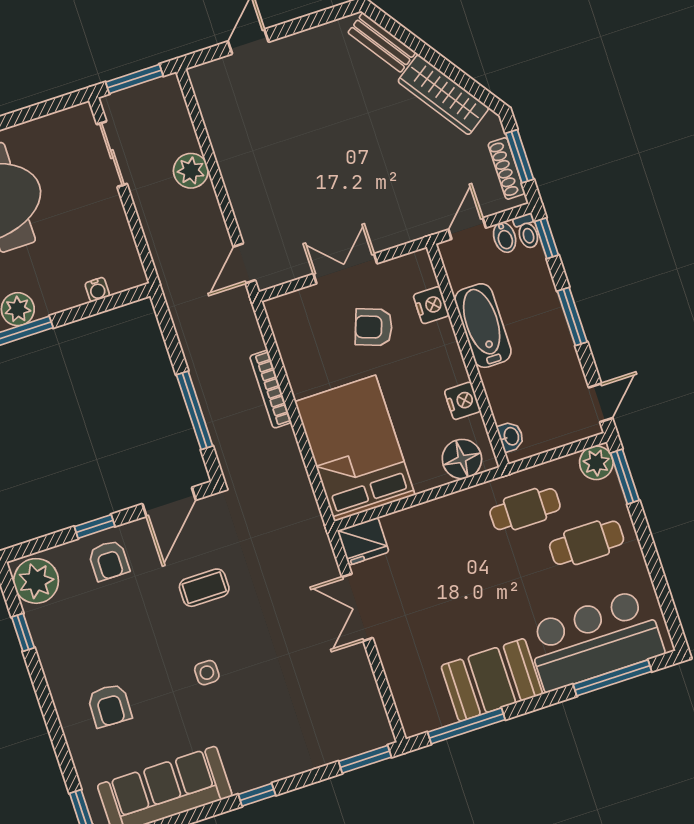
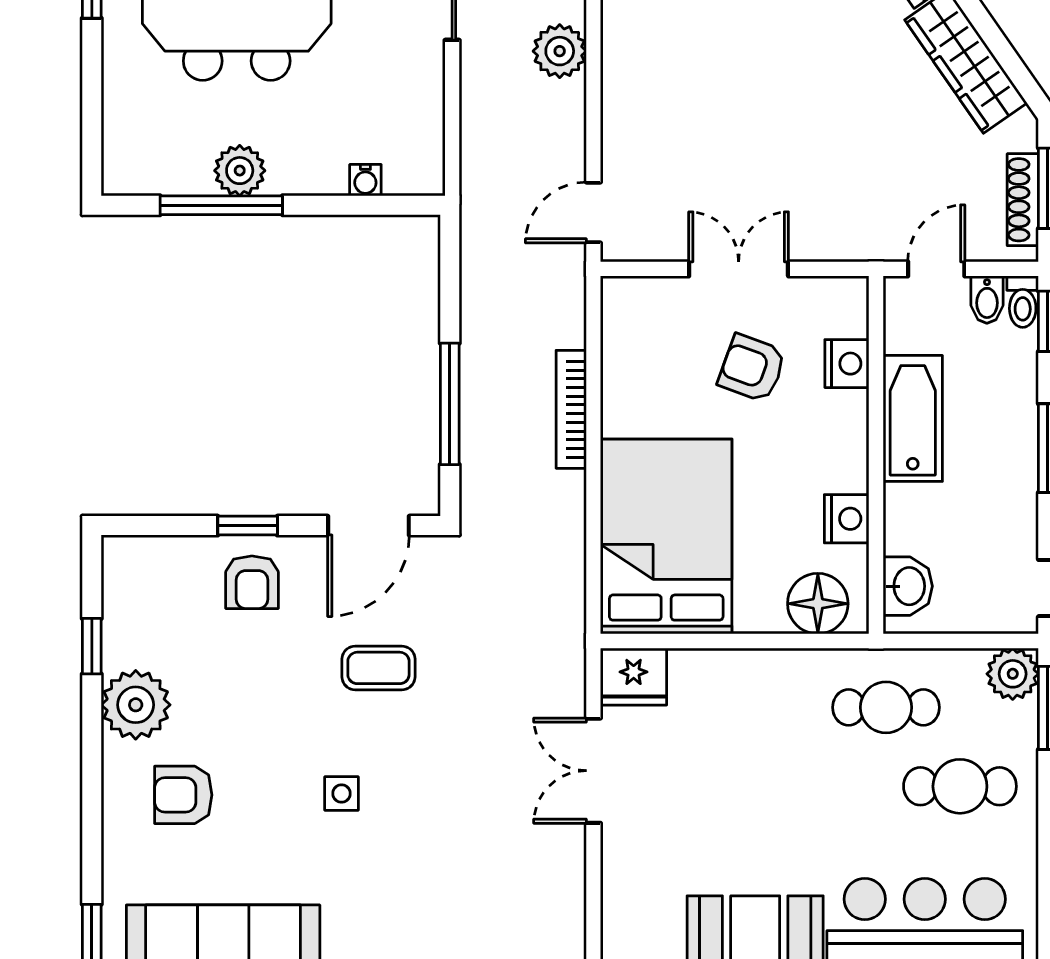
washbasin: (511, 437) -> (908, 586), width x1.38, depth x1.45
plant: (36, 581) -> (136, 705), moved
armchair: (110, 705) -> (183, 795), turned 88

